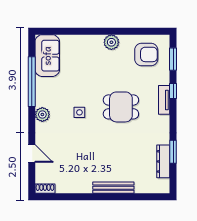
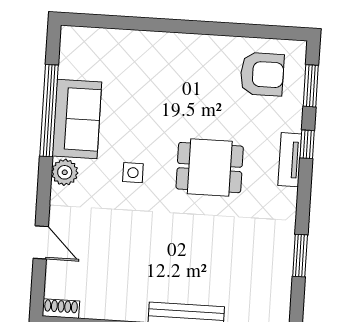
plant: (111, 42) -> (200, 48), removed
sofa: (47, 56) -> (77, 119), moved
dresser: (163, 161) -> (281, 272), removed

